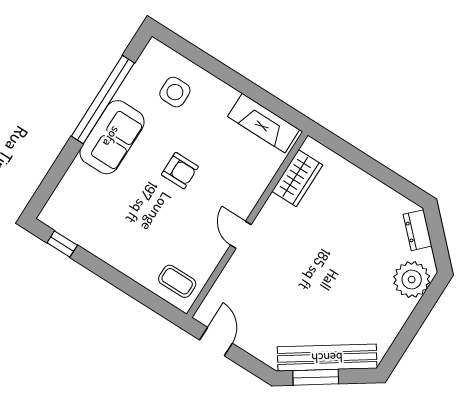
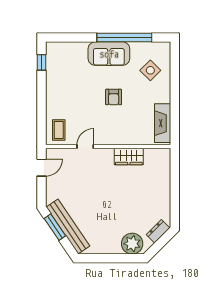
side table: (175, 92) -> (150, 70), turned 45
wardrobe: (297, 178) -> (129, 157), moved
door: (241, 235) -> (85, 147), moved

